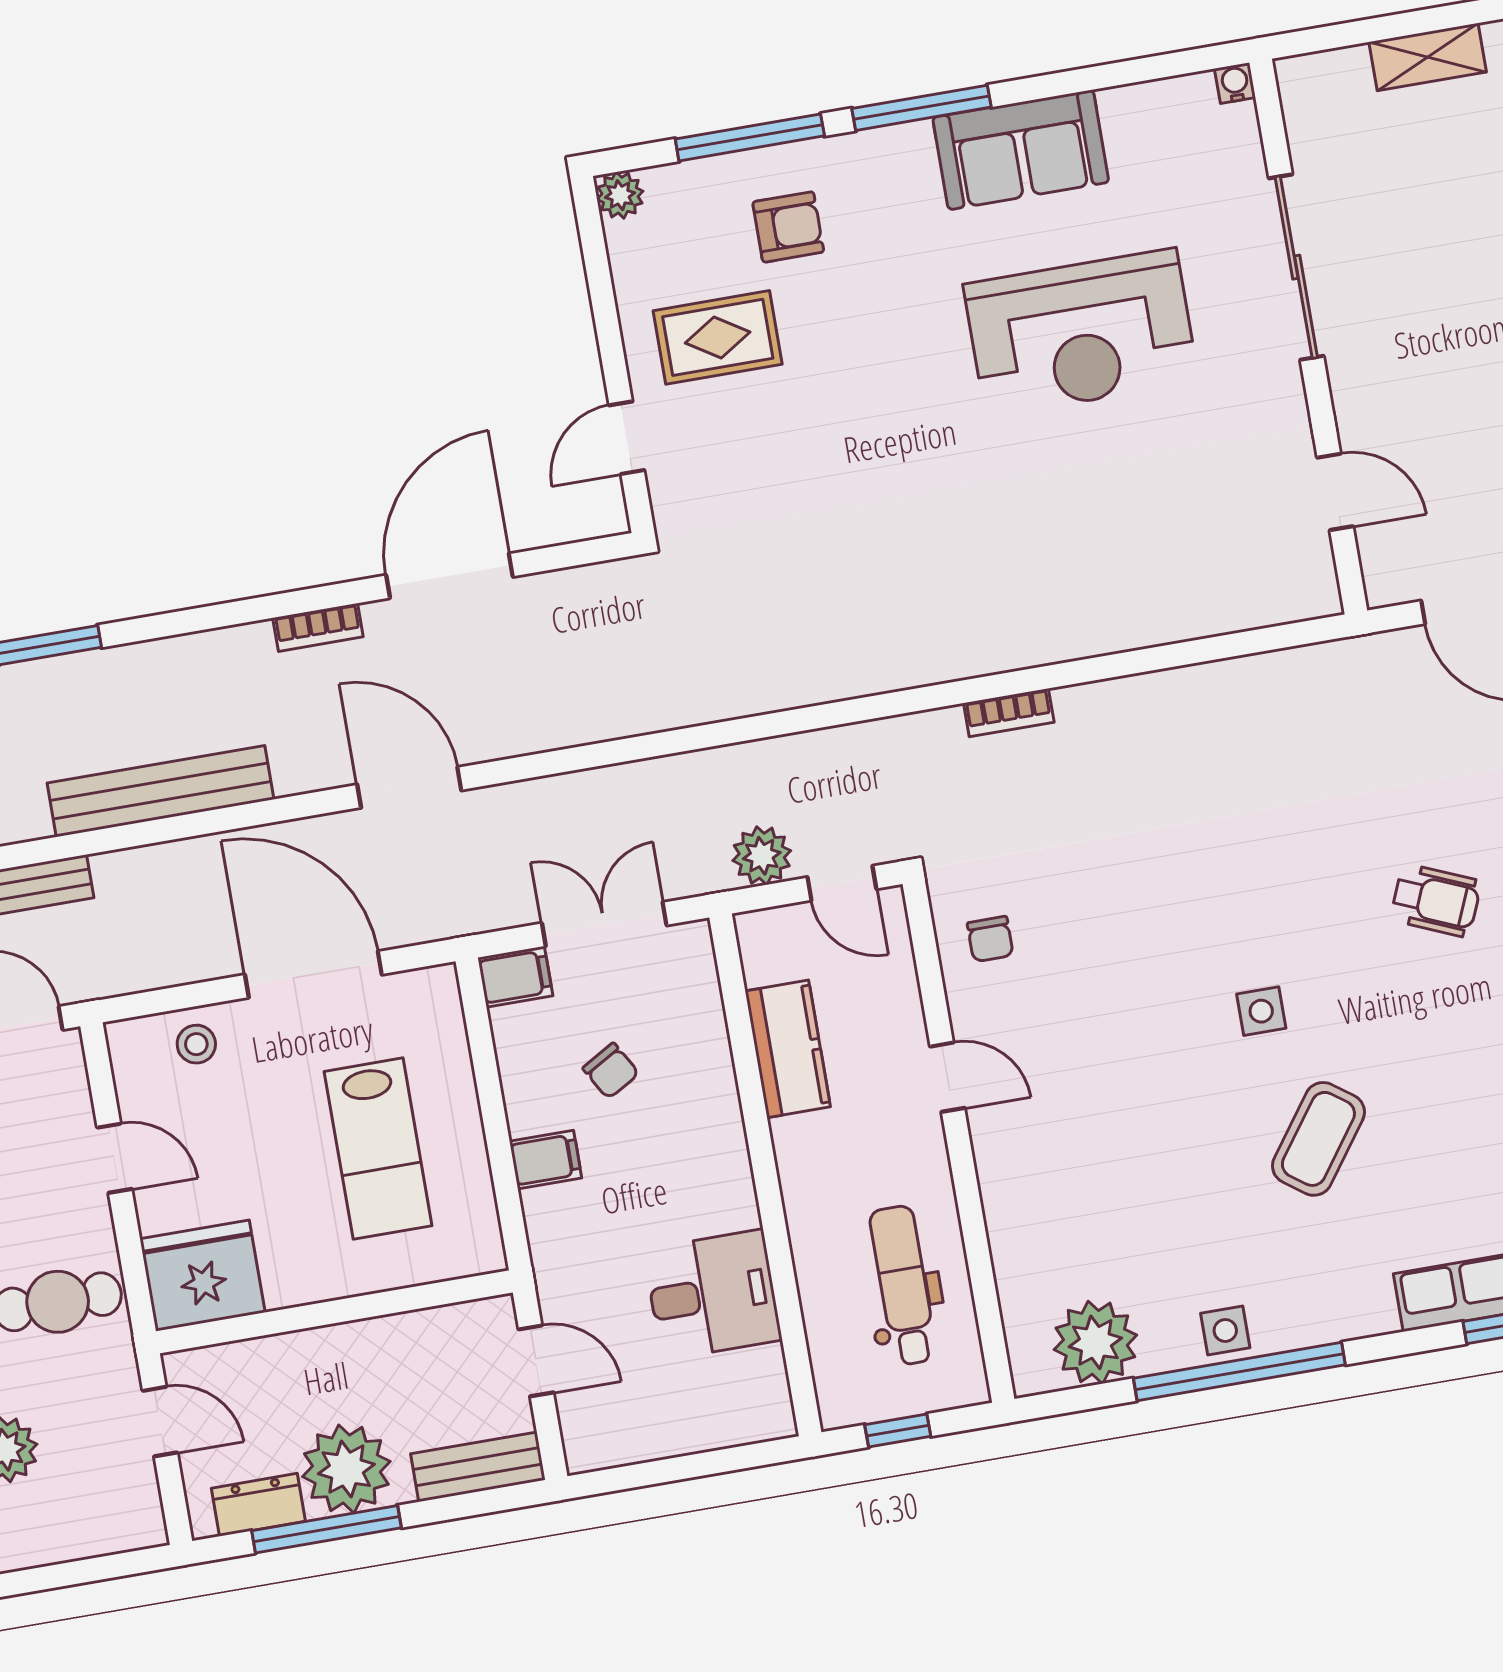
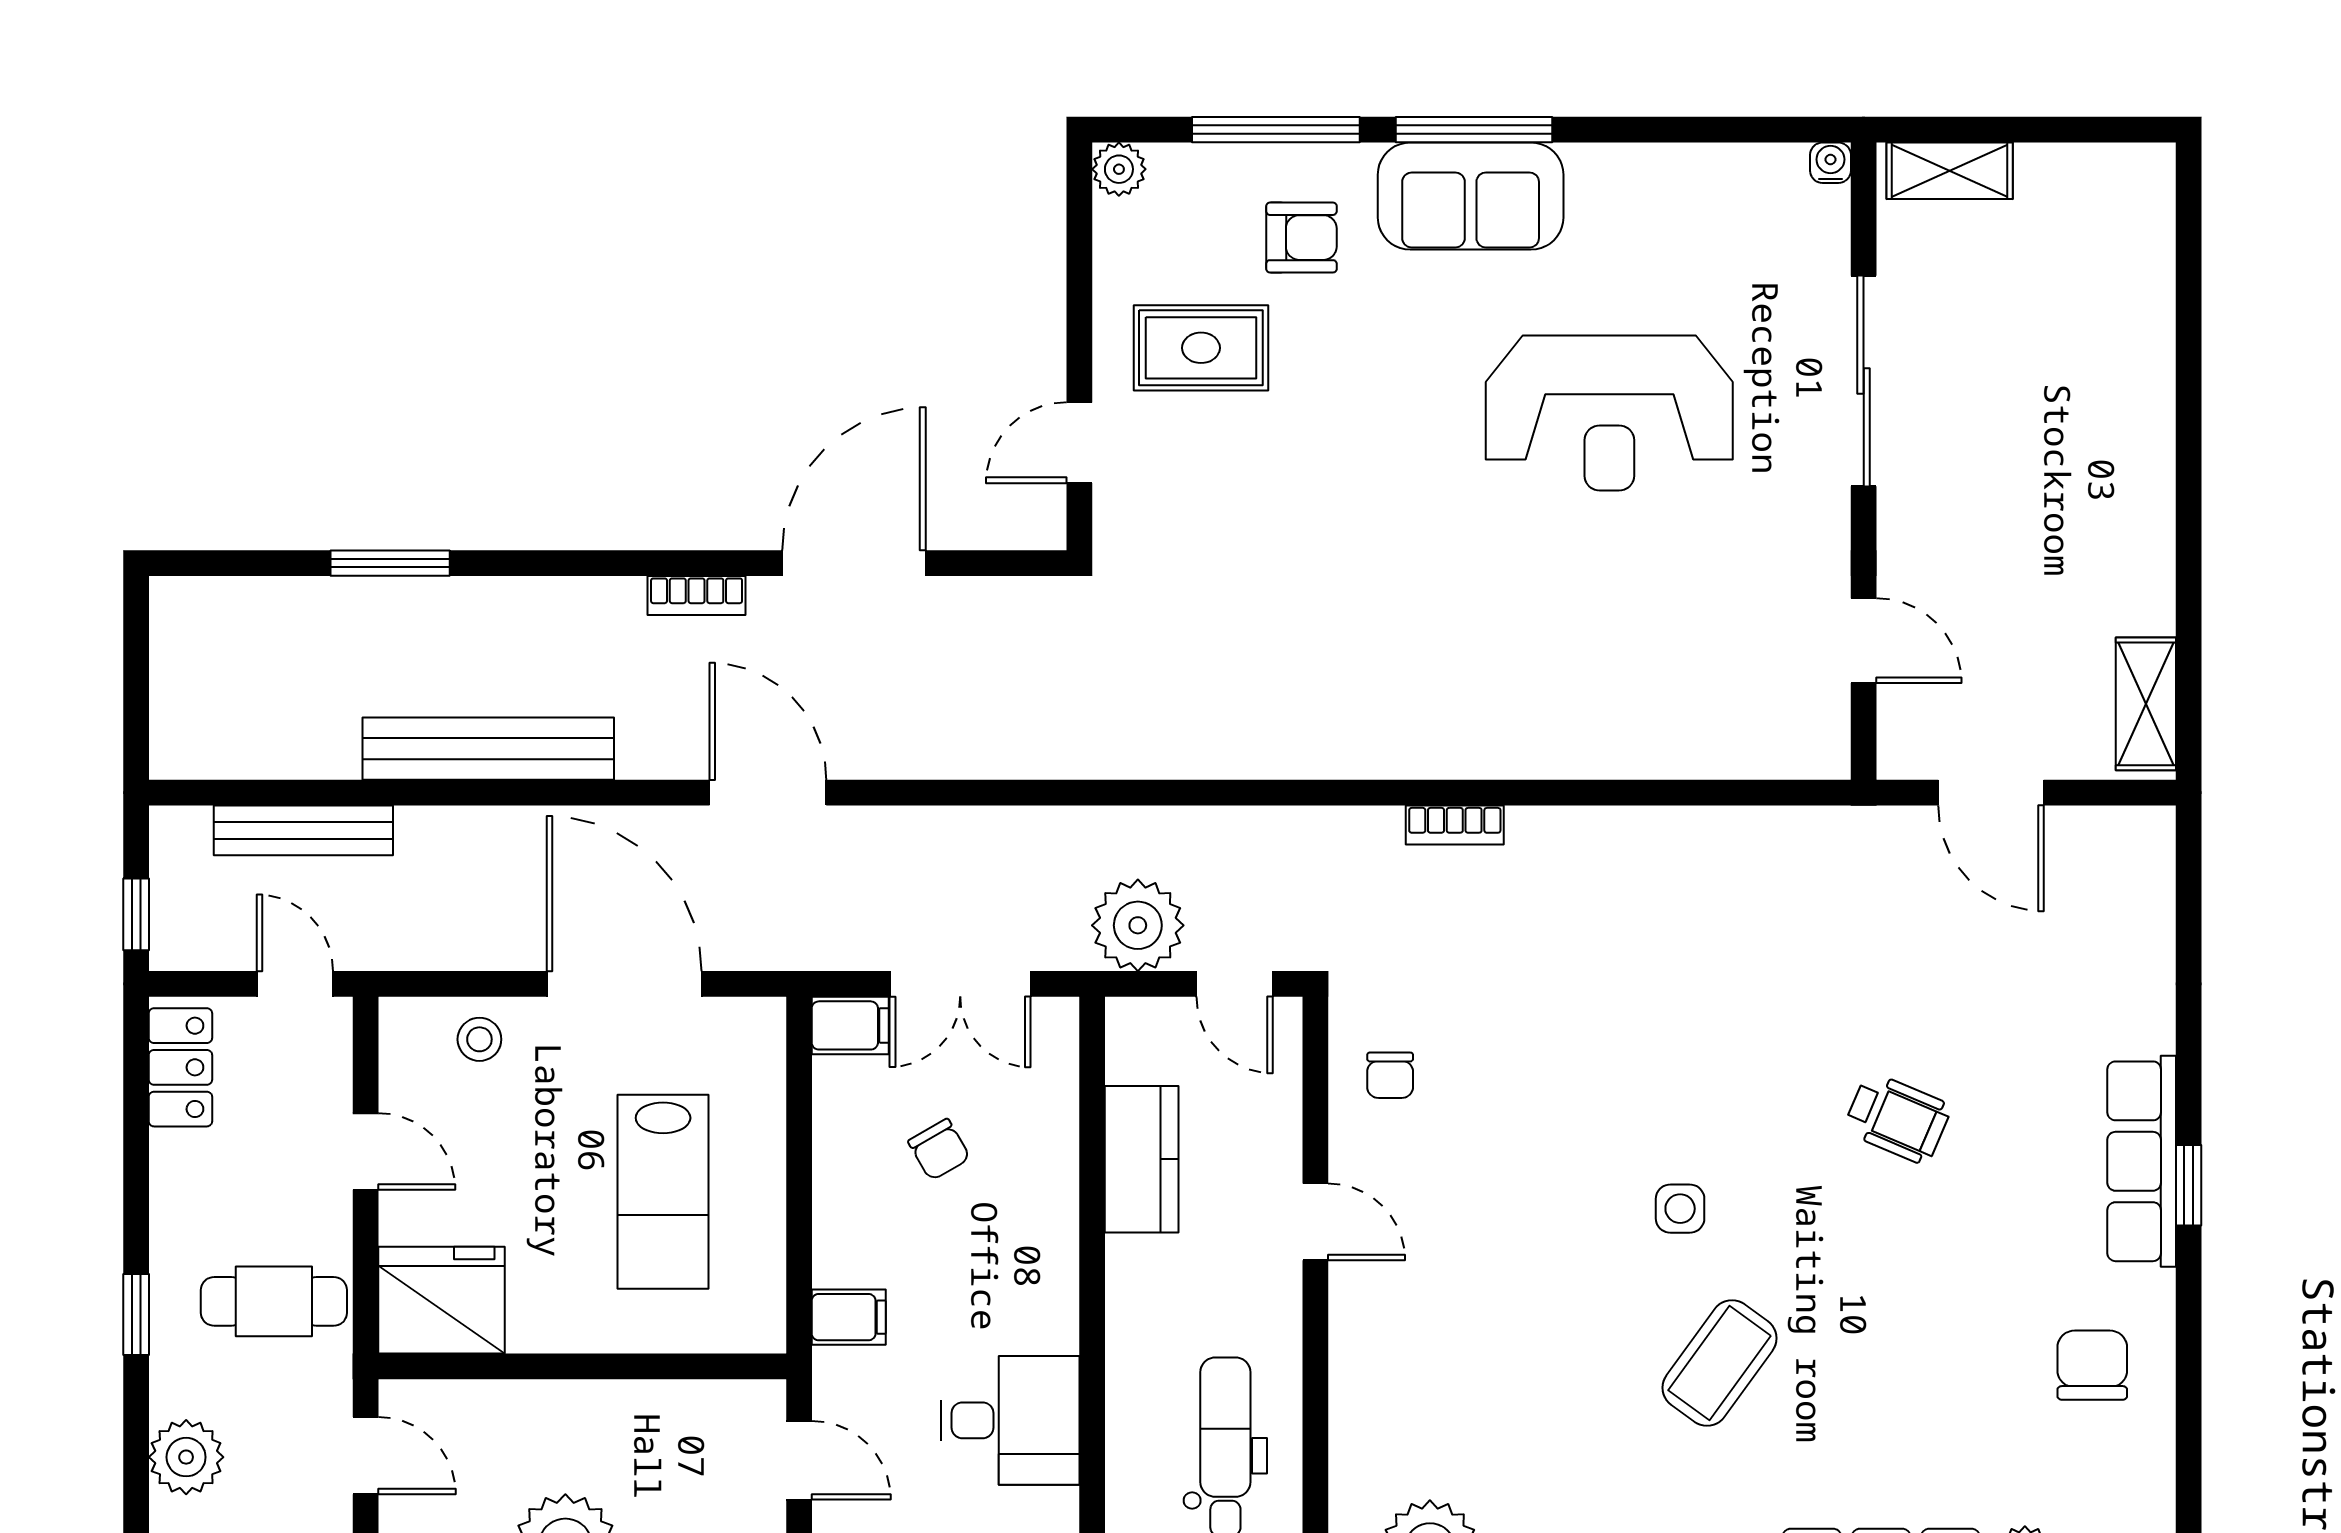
shelving: (1428, 57) -> (1950, 171), moved
sofa: (1021, 150) -> (1471, 196), moved
plant: (762, 856) -> (1138, 925), width x1.36, depth x1.36
double door: (604, 924) -> (960, 984), swing flipped
filing cabinet: (546, 1160) -> (849, 1317), moved

